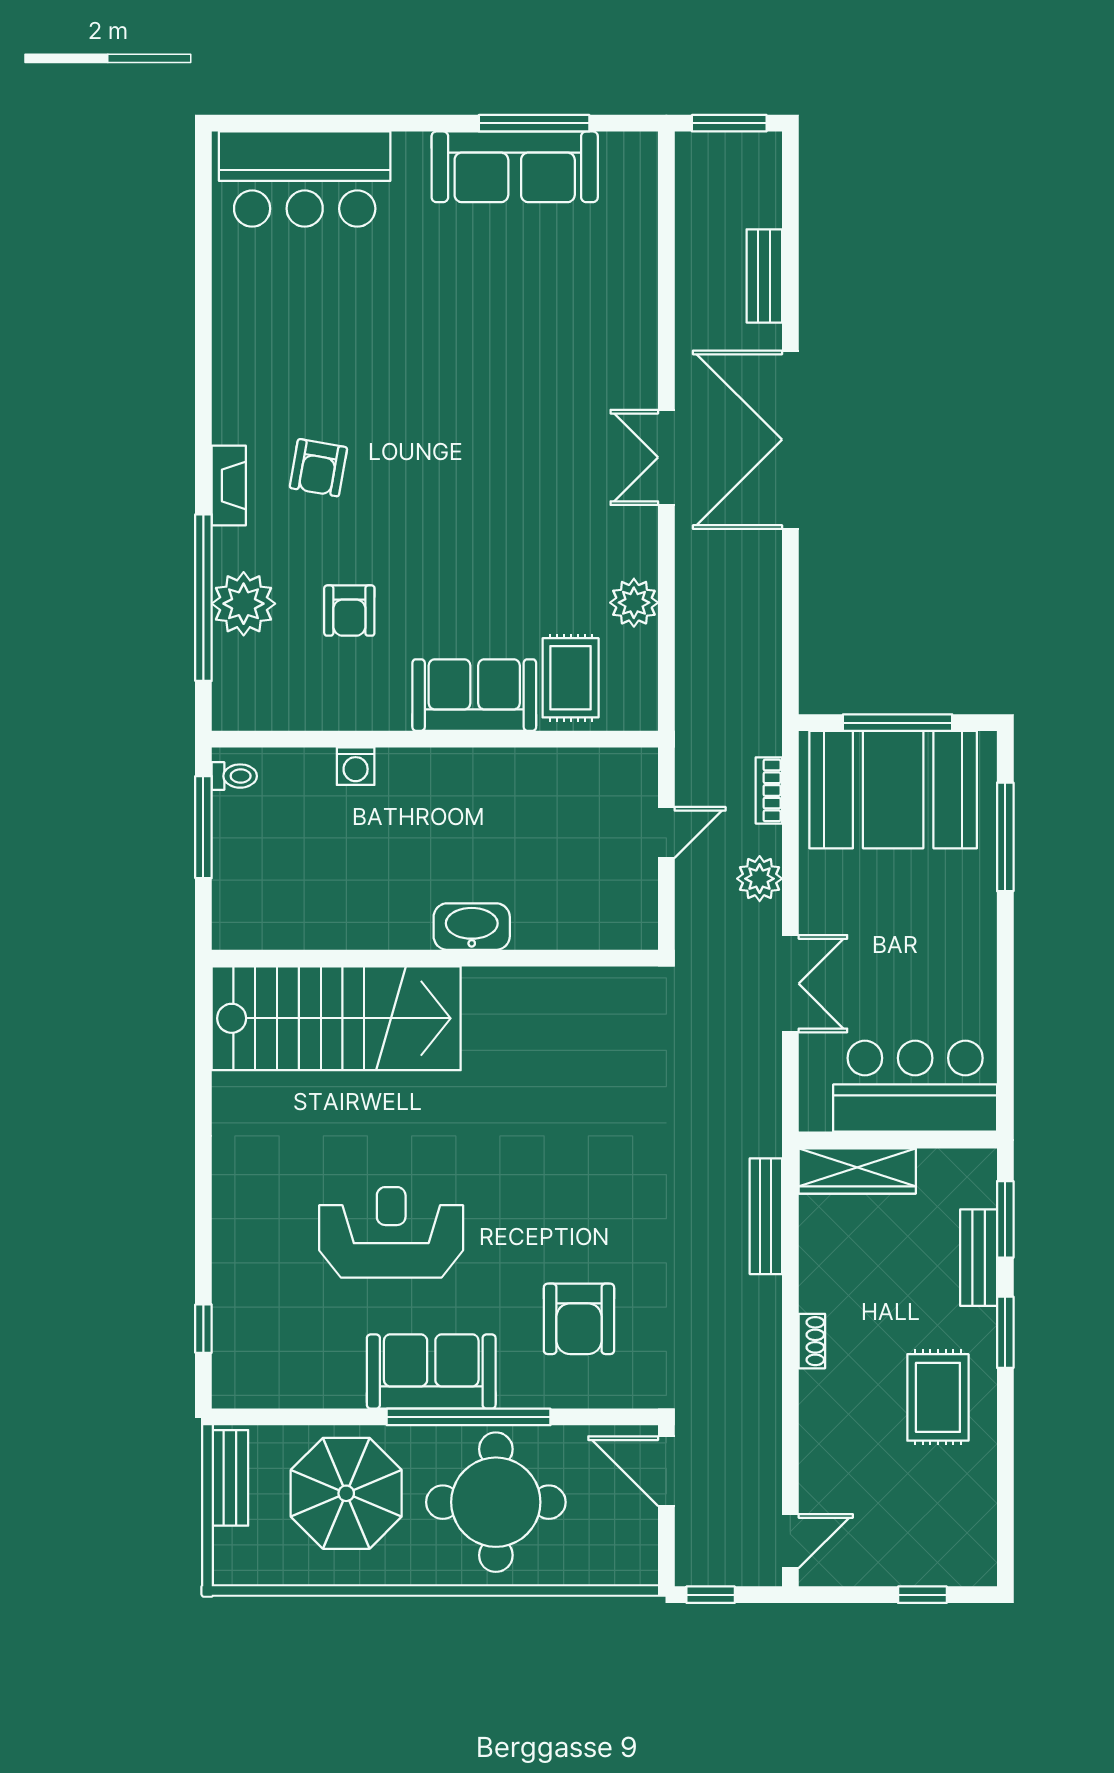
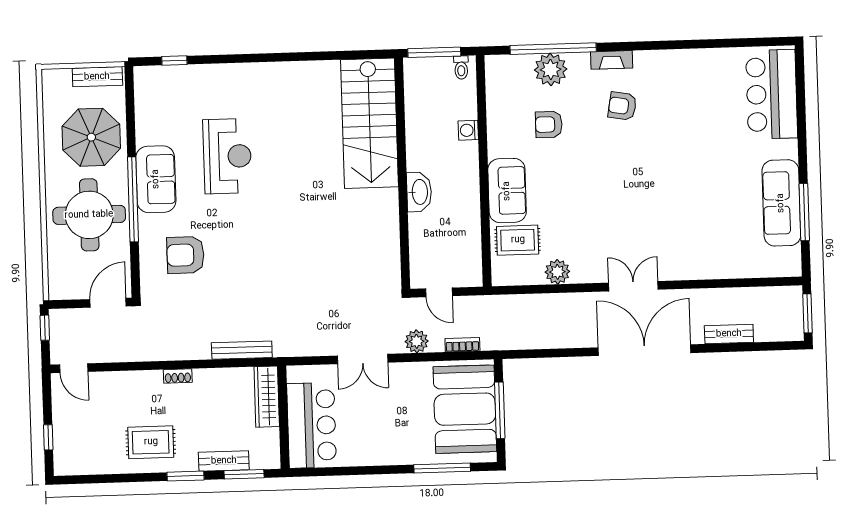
washbasin: (472, 927) -> (419, 192), moved
wall: (435, 958) -> (402, 173), moved
stairs: (336, 1018) -> (369, 123), moved

